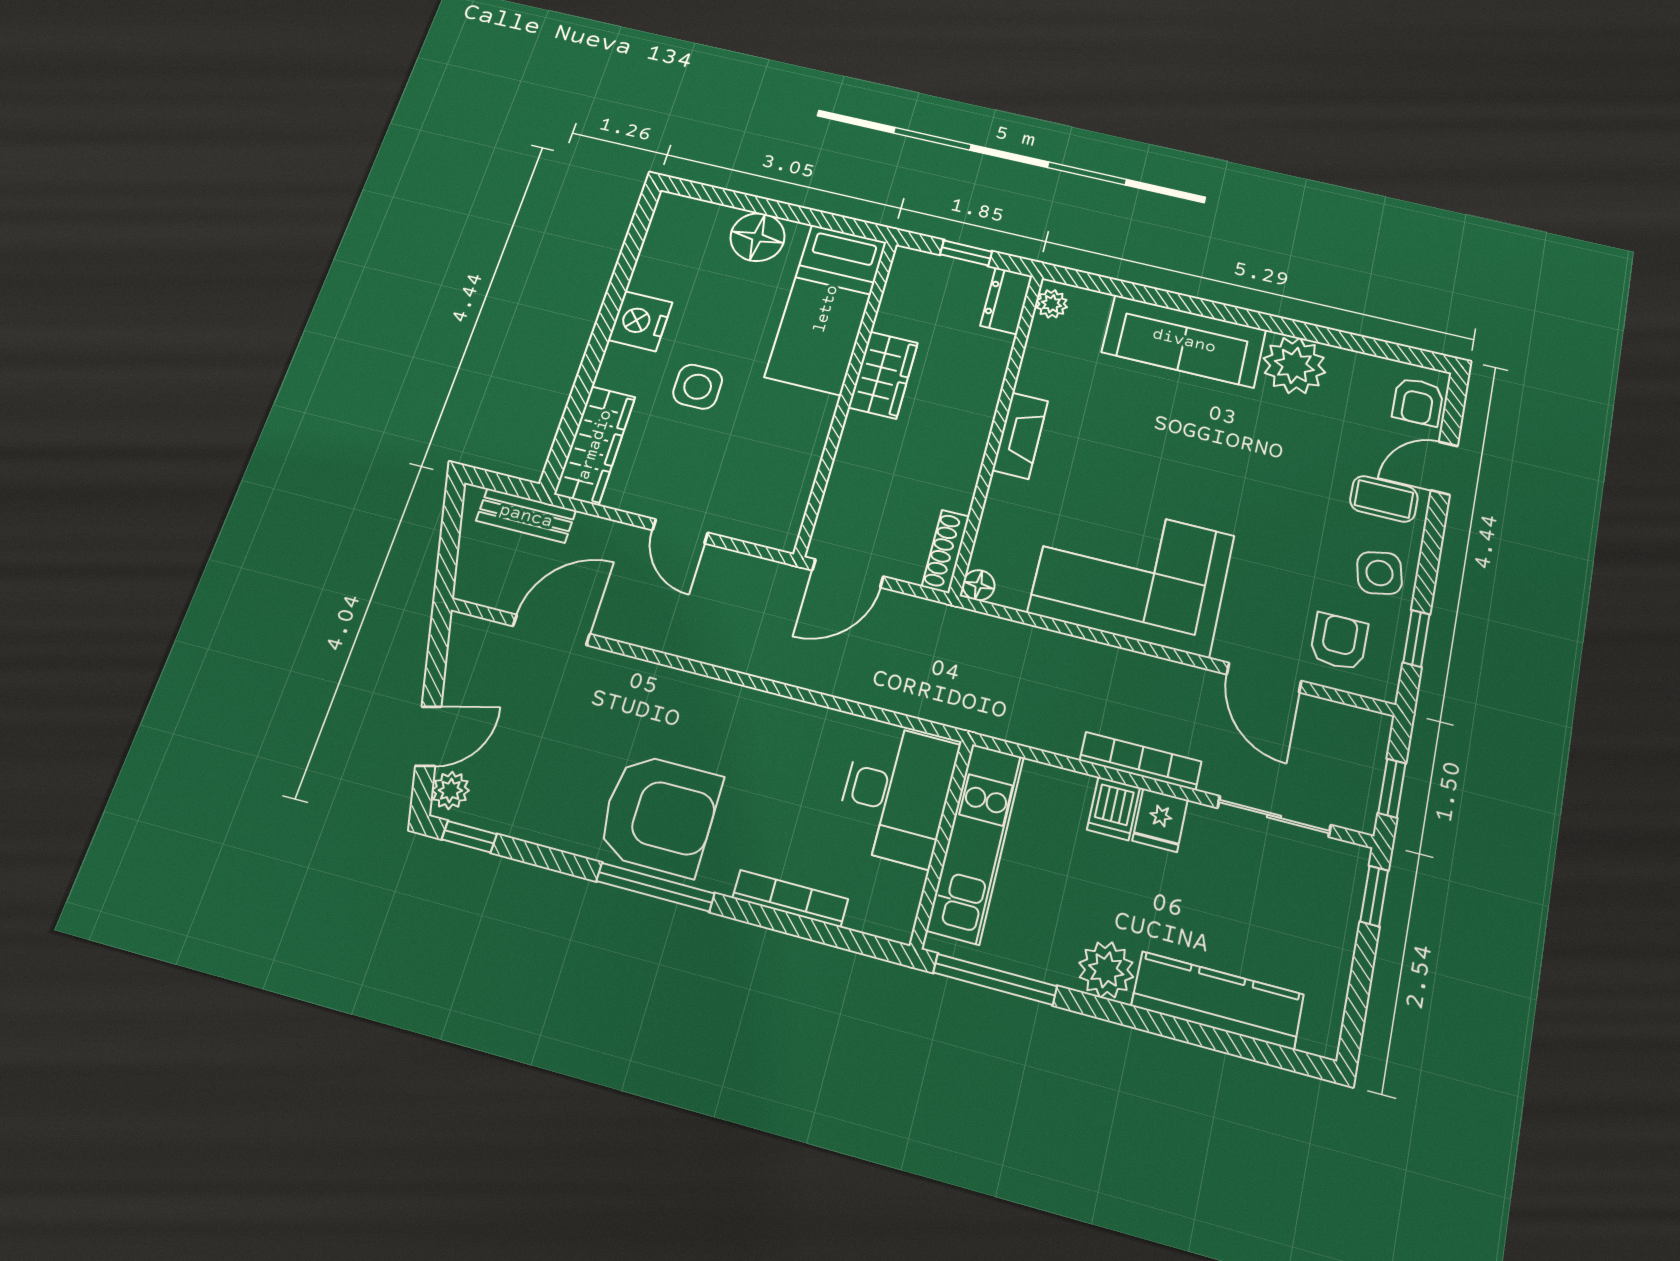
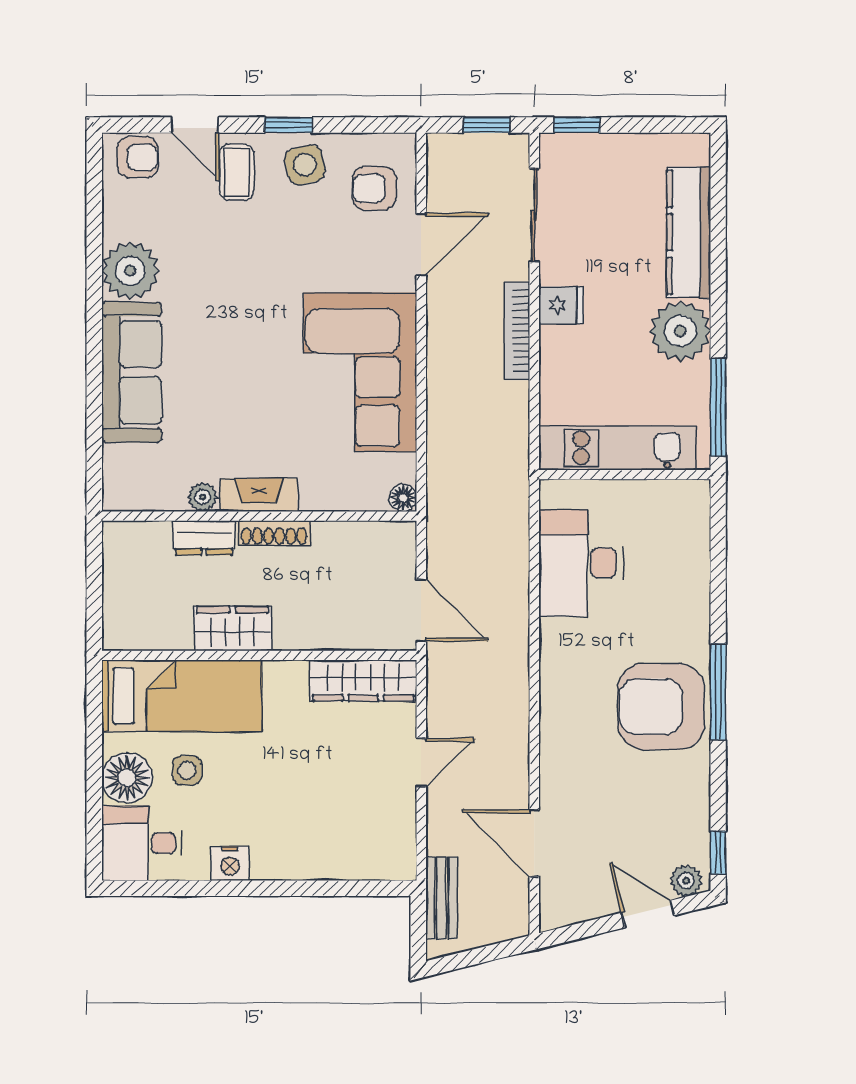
desk: (686, 235) -> (142, 843), added
window: (966, 253) -> (94, 586), removed
dresser: (1006, 301) -> (204, 538), moved
plant: (1052, 304) -> (203, 497), moved
nightstand: (640, 321) -> (230, 863), width x0.74, depth x0.75
side table: (698, 387) -> (187, 770), moved, width x0.73, depth x0.73
wardrobe: (595, 445) -> (363, 681), moved, turned 180
shoe rack: (946, 551) -> (274, 533), moved
window: (1416, 638) -> (288, 125), moved
desk: (896, 794) -> (581, 563), moved, turned -90
dishwasher: (1113, 808) -> (561, 344), removed
armchair: (659, 814) -> (661, 706), turned -90
bookcase: (790, 899) -> (699, 583), removed
plant: (1106, 970) -> (680, 331), width x1.36, depth x1.36

